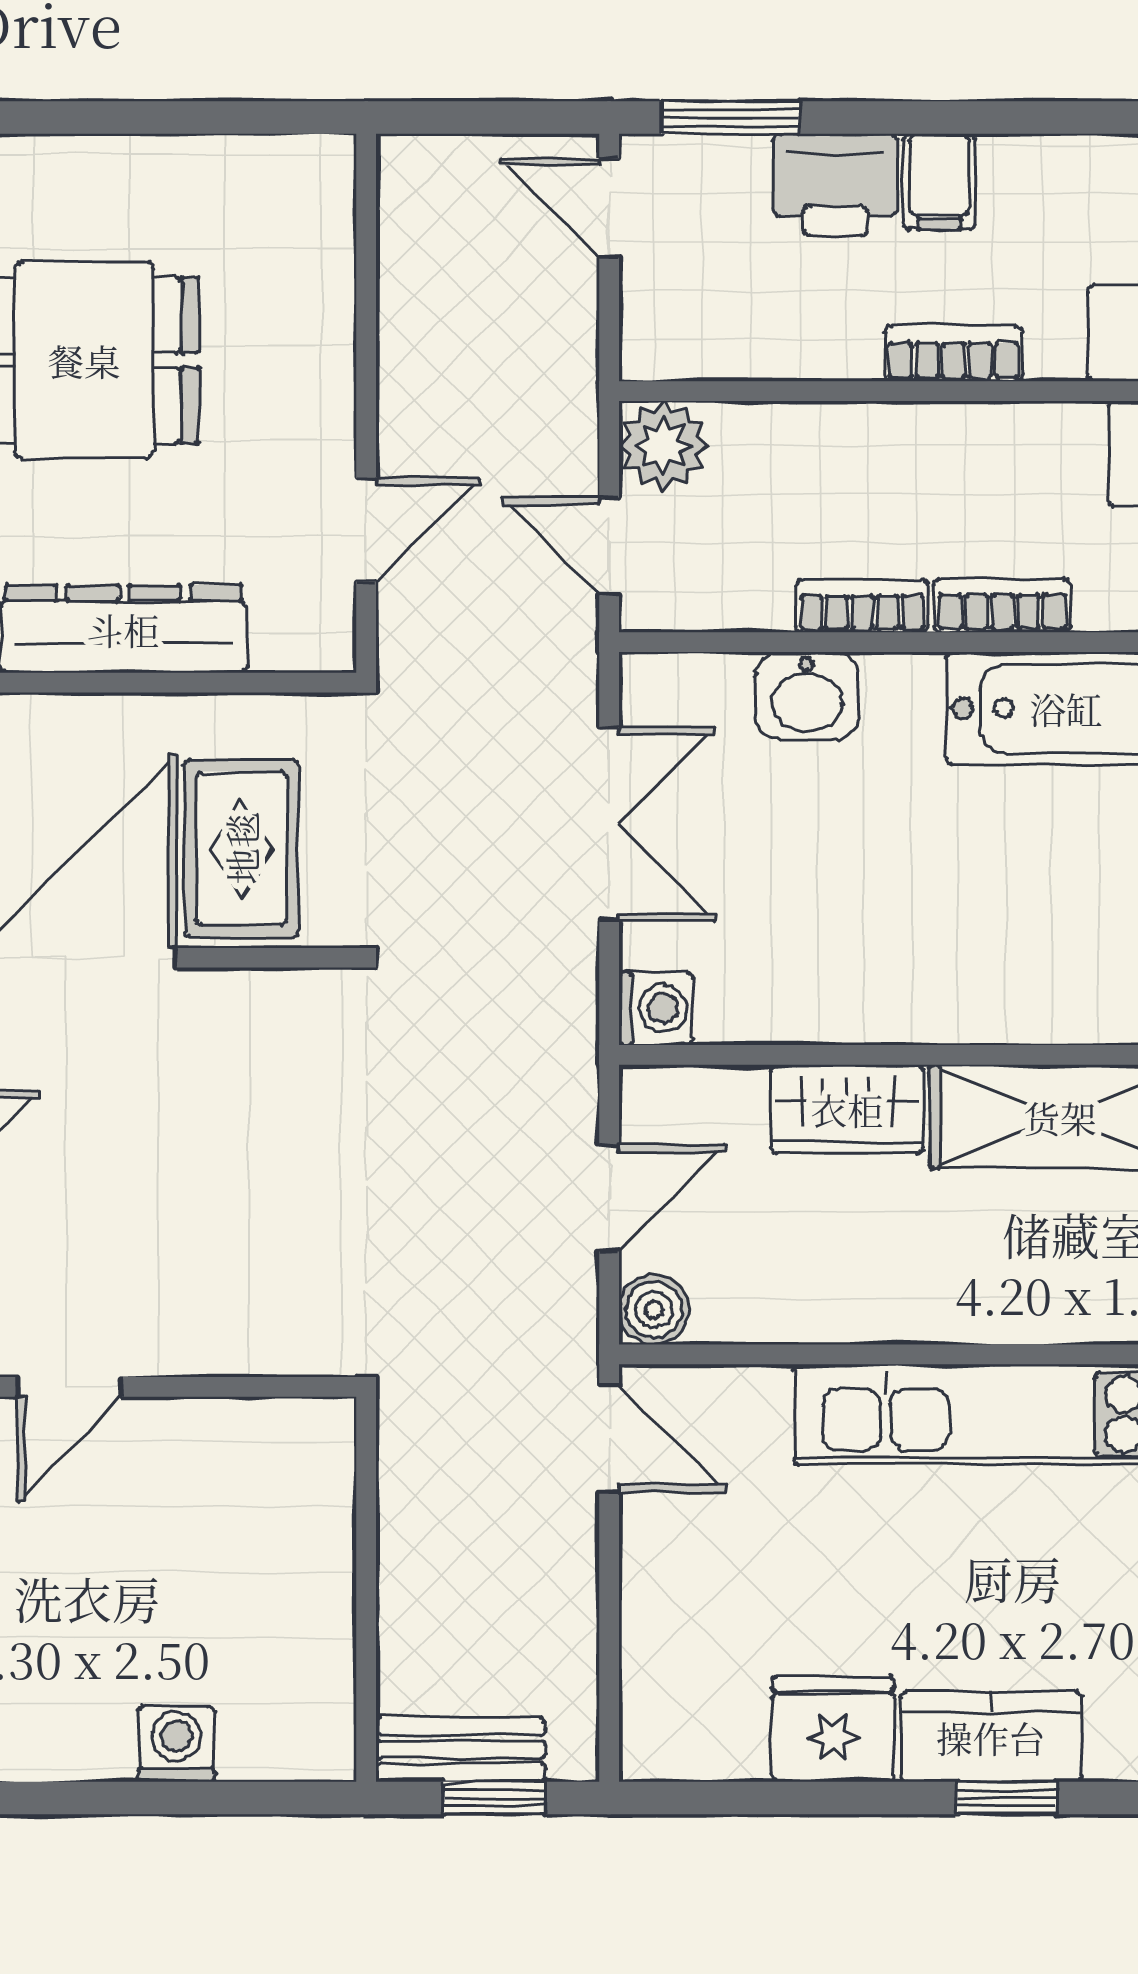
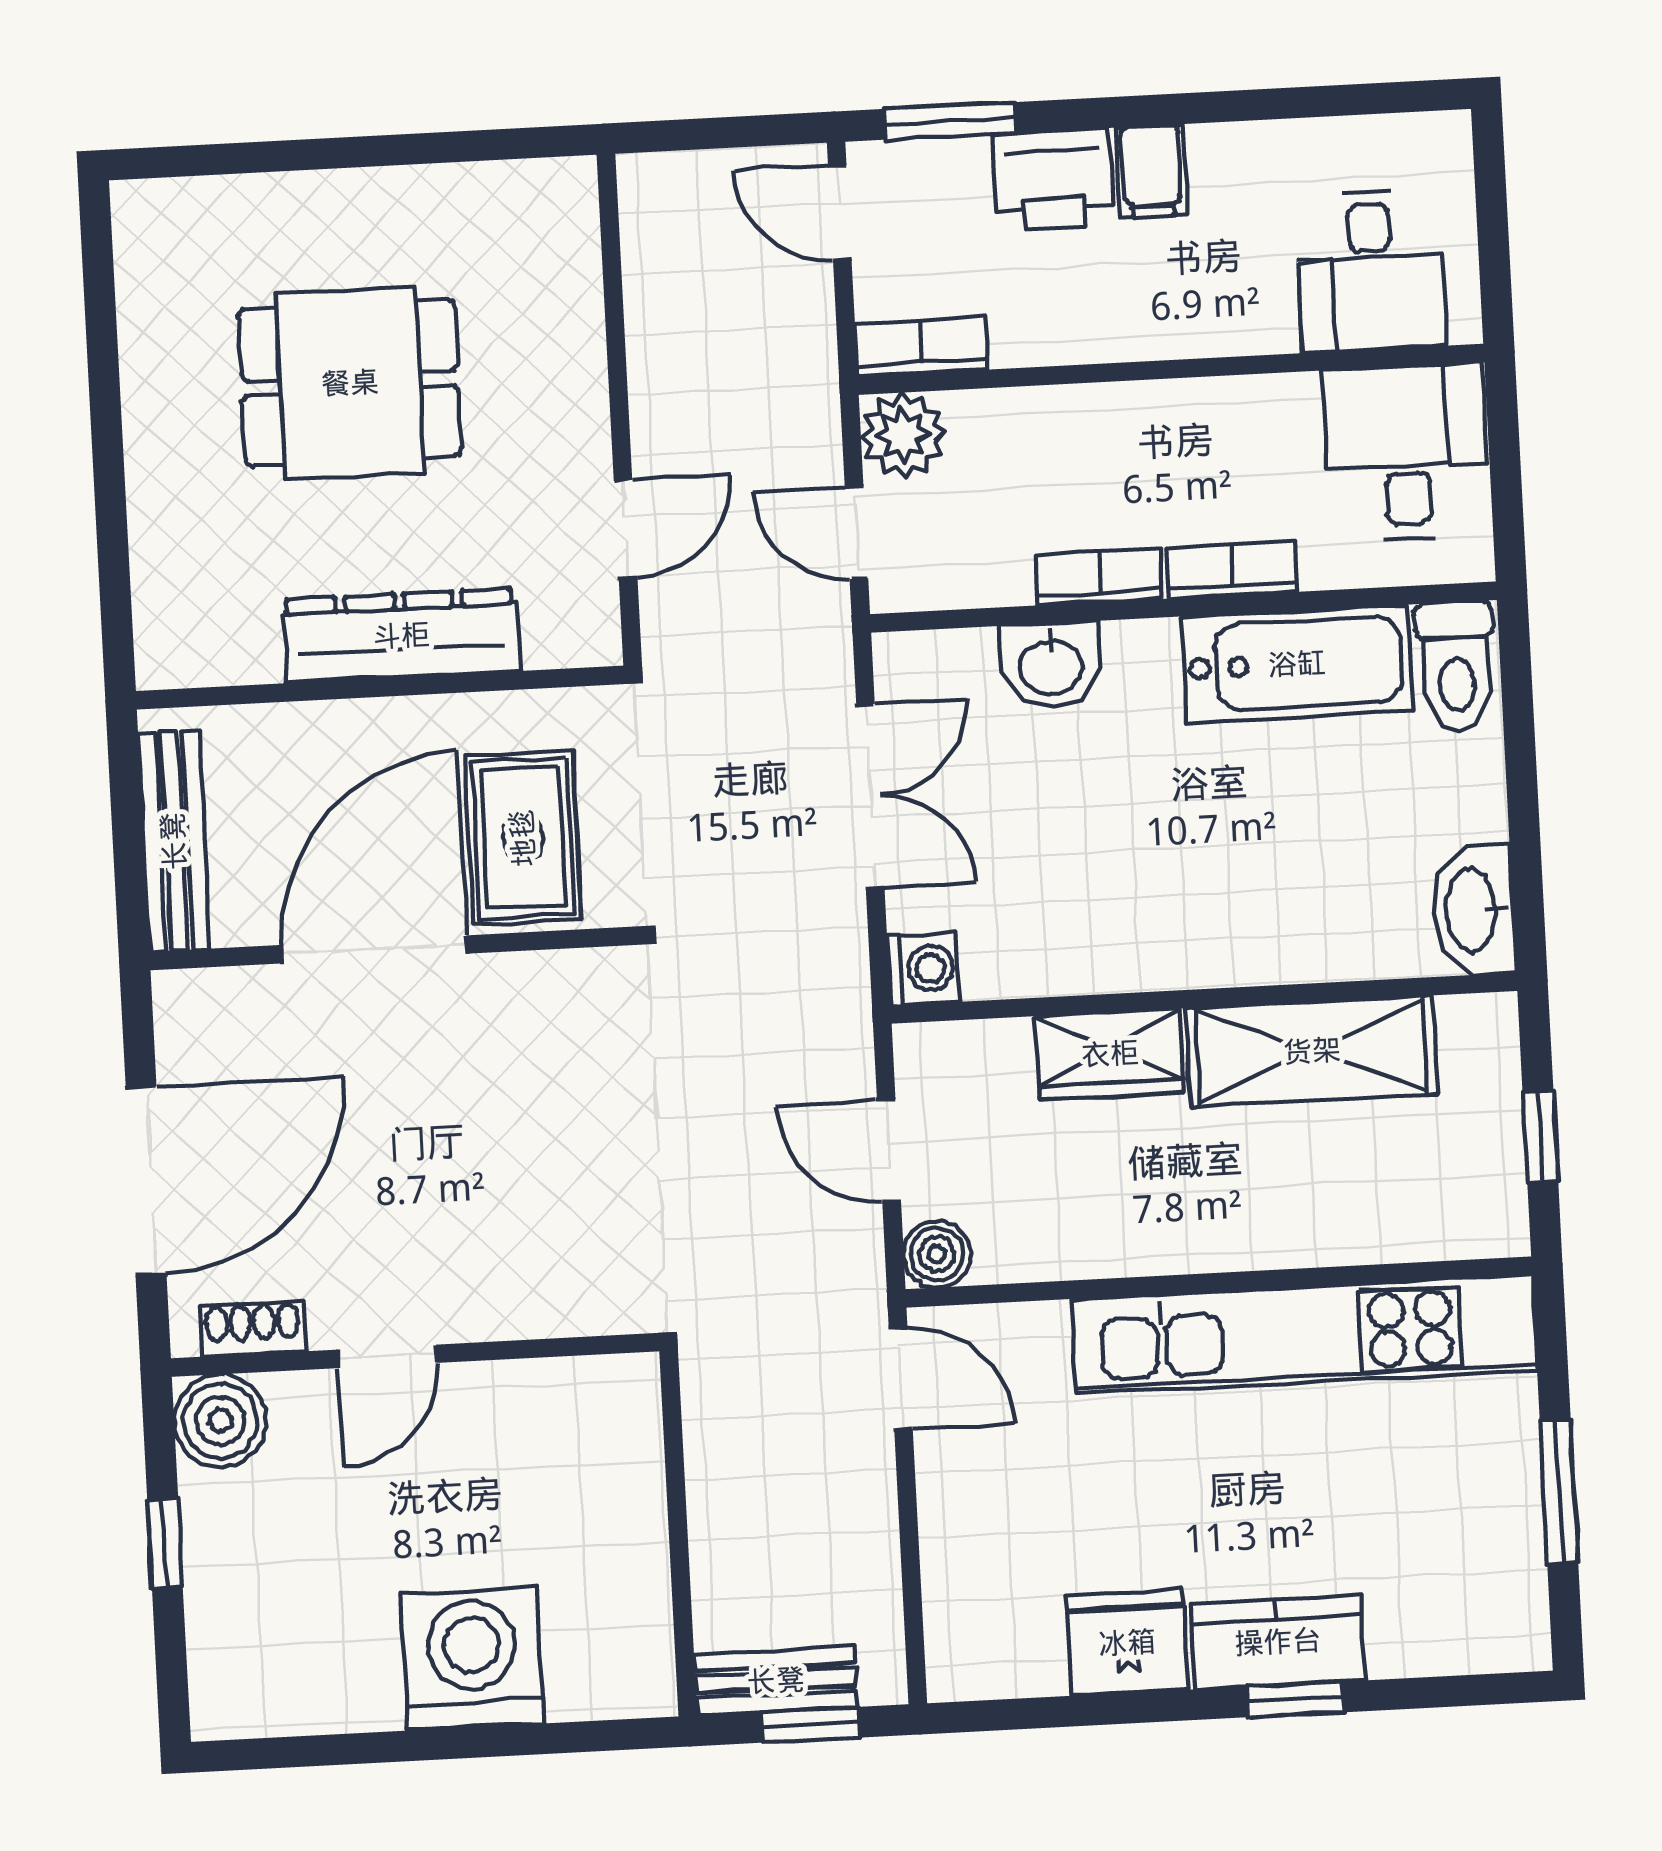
bookcase: (954, 354) -> (922, 347), moved
door: (609, 1198) -> (889, 1151), swing flipped
washing machine: (176, 1744) -> (472, 1659), width x1.89, depth x1.89

